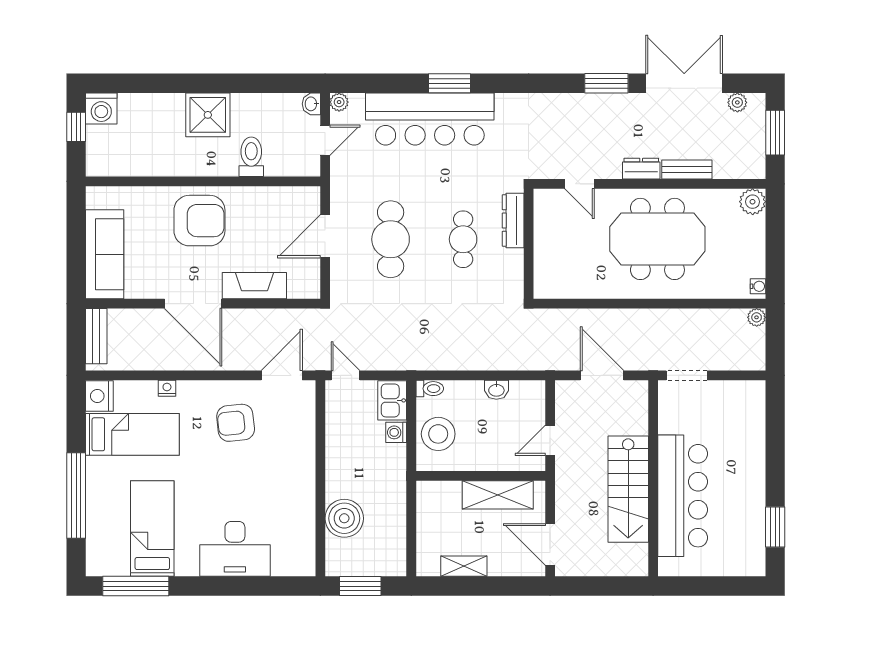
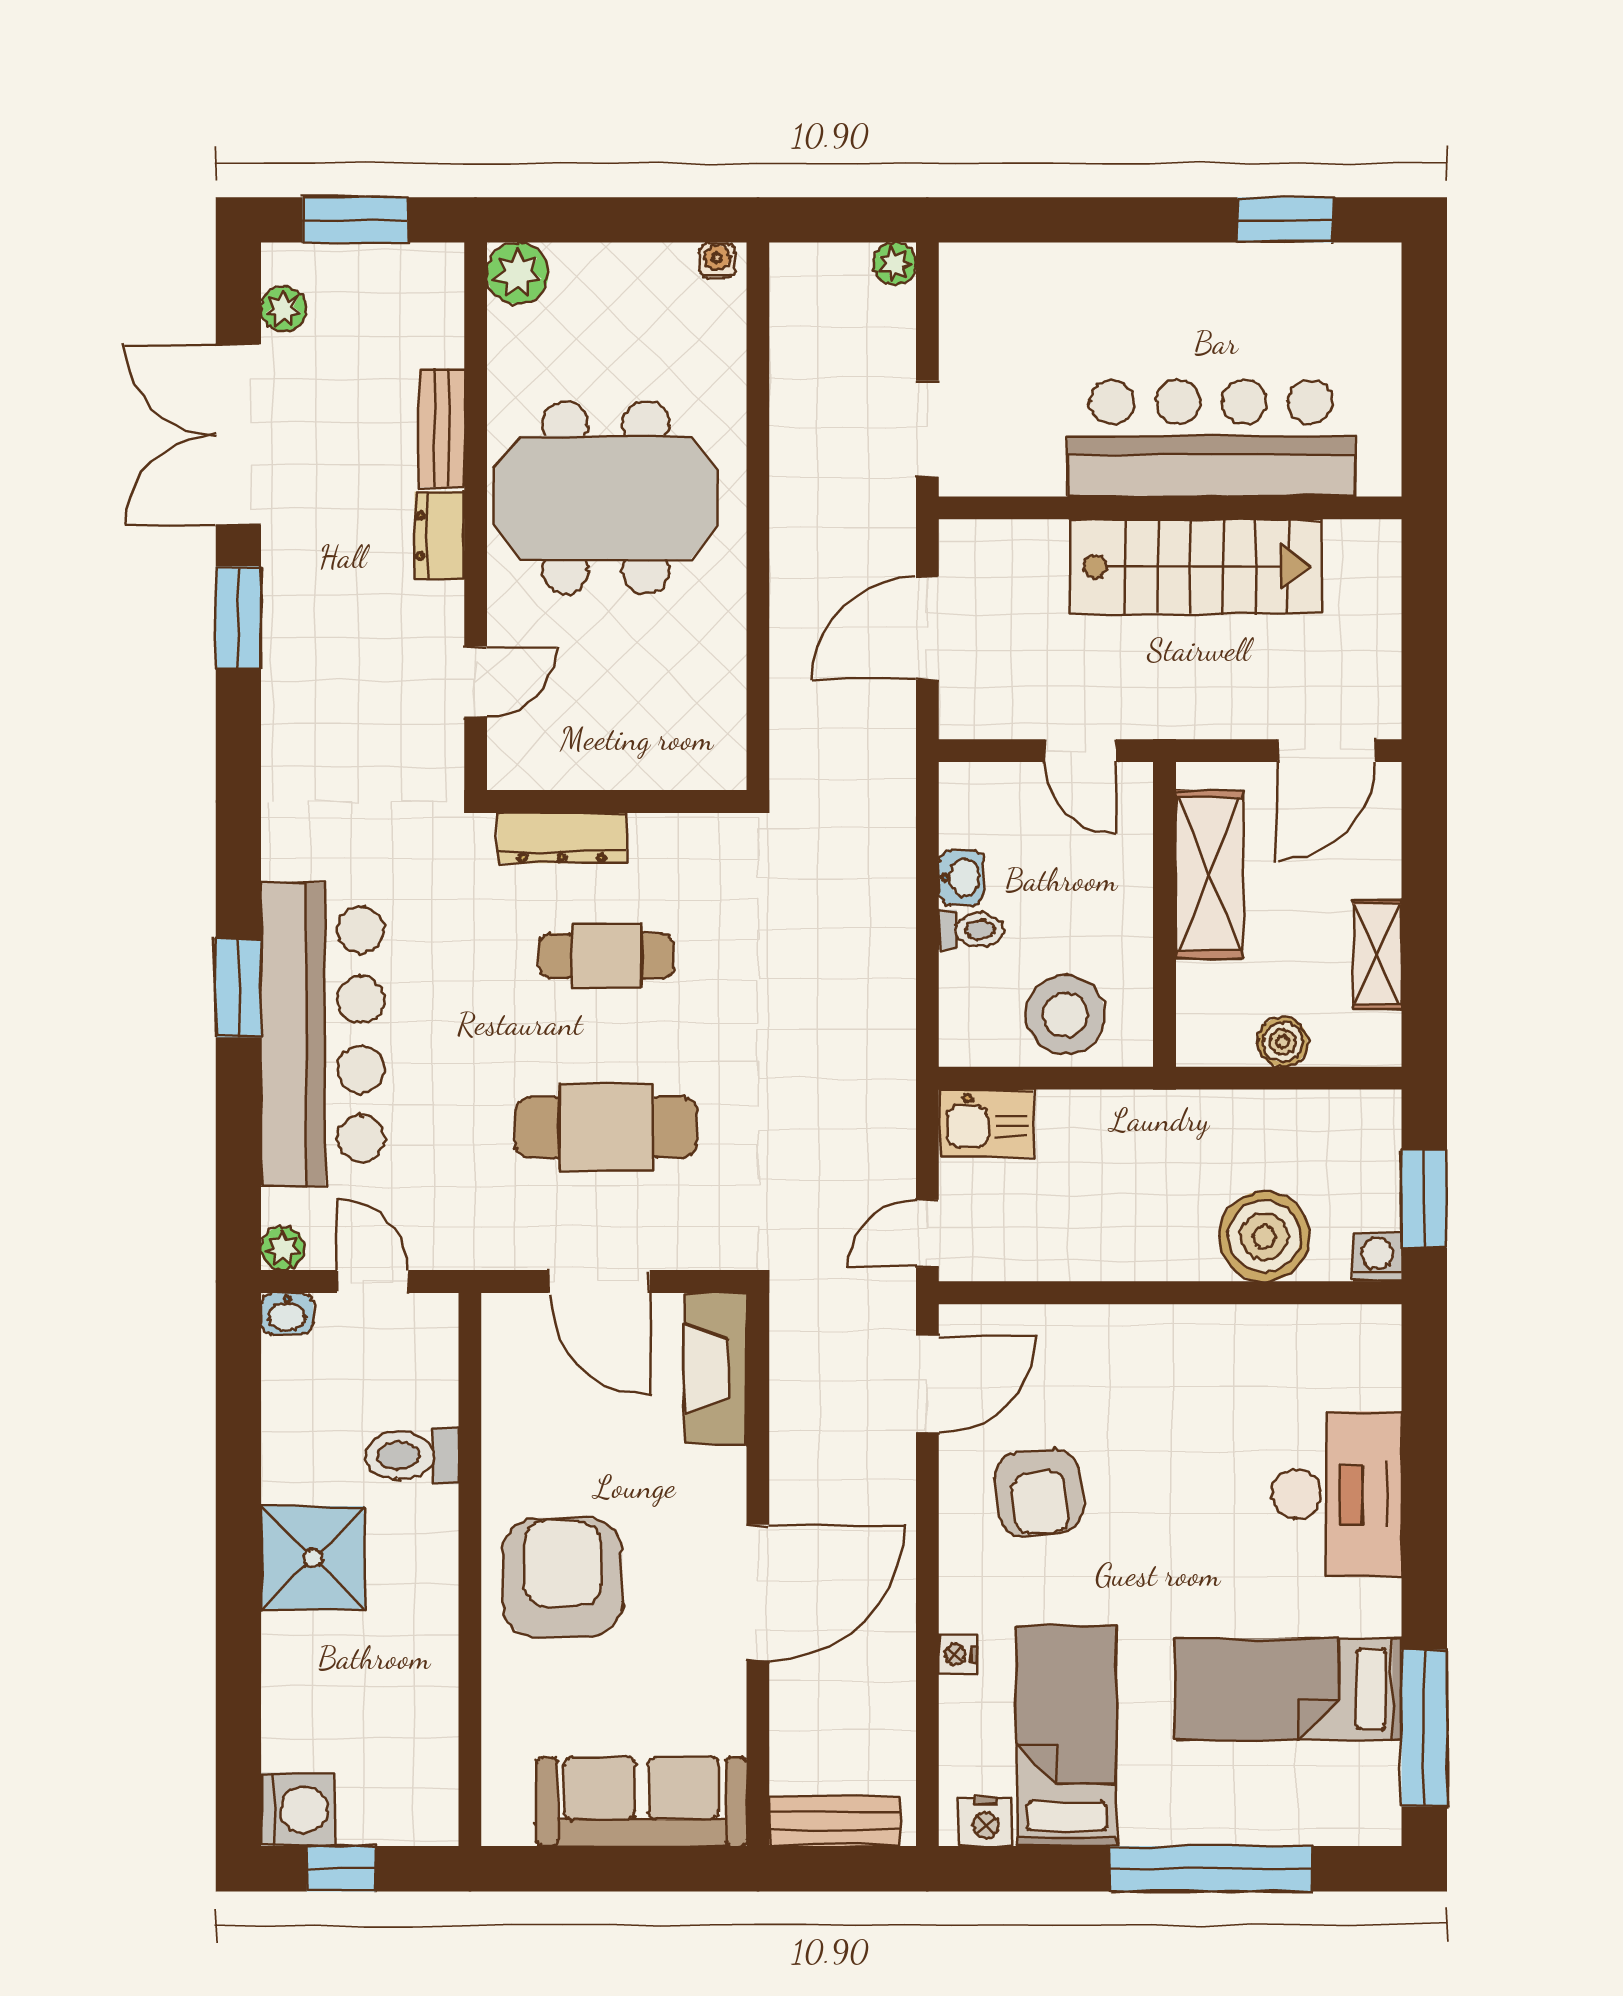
meeting table: (657, 239) -> (606, 498), turned 90
fireplace: (254, 286) -> (716, 1368), moved
plant: (757, 317) -> (895, 264), moved
door: (282, 375) -> (927, 1384), swing flipped
toilet: (430, 389) -> (971, 930), moved, turned 90
nightstand: (99, 396) -> (986, 1822), width x0.74, depth x0.75
washing machine: (396, 432) -> (1377, 1257), moved, turned 180
boiler: (427, 526) -> (1283, 1042), added

